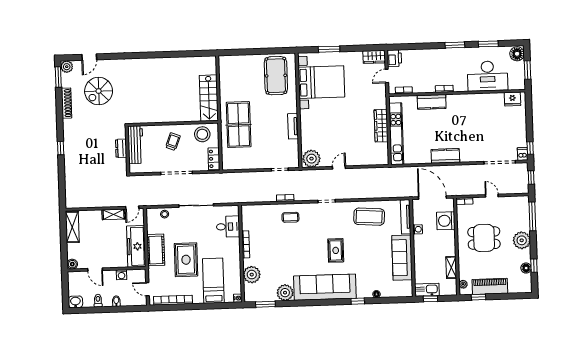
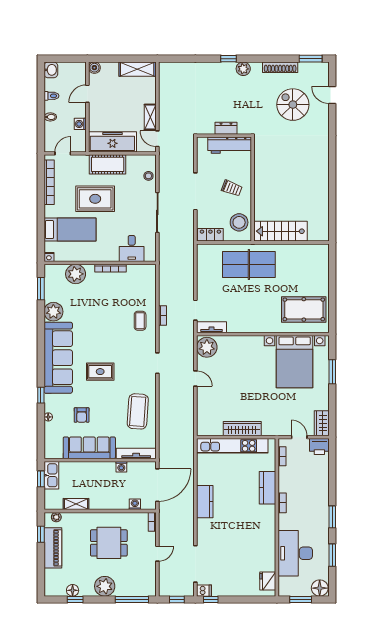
plant: (67, 67) -> (243, 69), moved
tv unit: (293, 126) -> (212, 327), moved
washing machine: (446, 221) -> (135, 504), width x0.53, depth x0.53
dining table: (484, 238) -> (109, 543), turned 90
armchair: (374, 265) -> (82, 415), added

